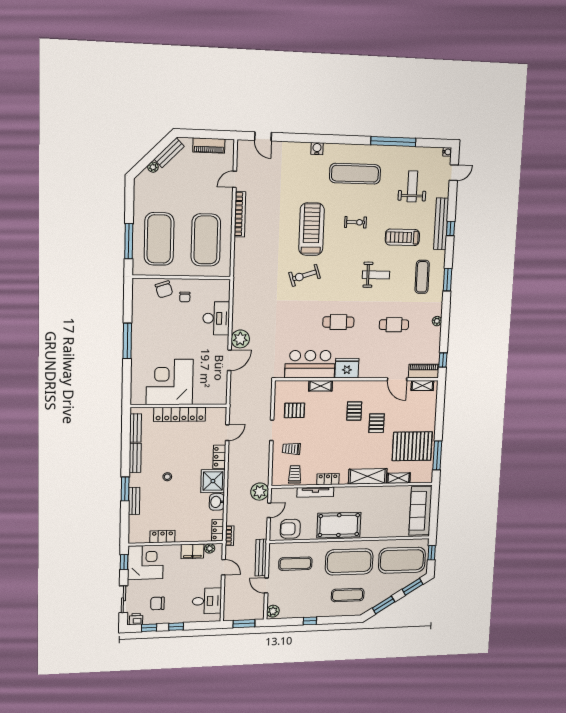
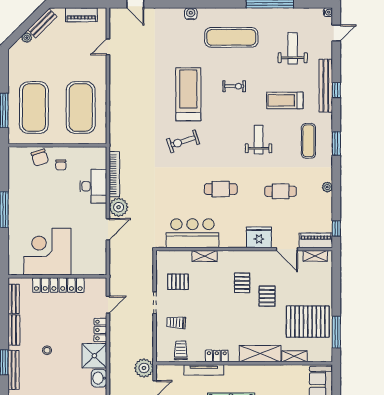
bookcase: (240, 214) -> (114, 174), moved
weight bench: (376, 275) -> (259, 140), turned -90
fridge: (347, 368) -> (259, 237), moved
bench: (134, 501) -> (14, 370), width x1.36

